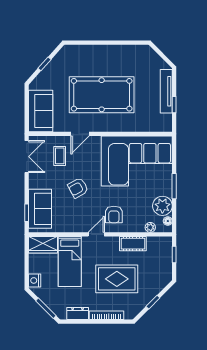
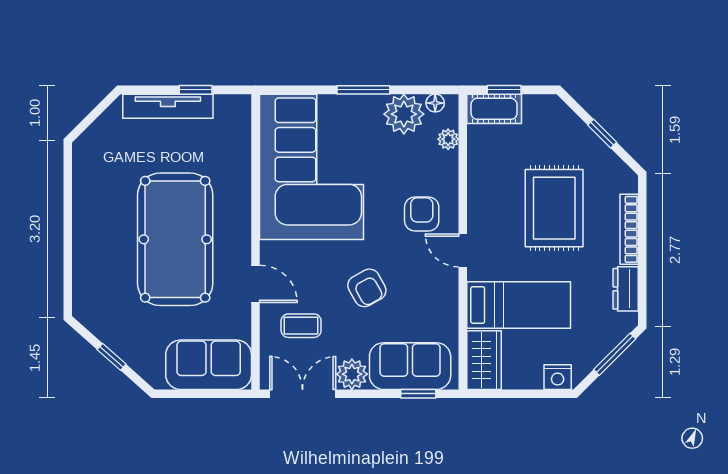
plant: (36, 181) -> (352, 374), added
armchair: (114, 214) -> (422, 214), turned -90
cot: (133, 244) -> (494, 109), moved, turned 90

